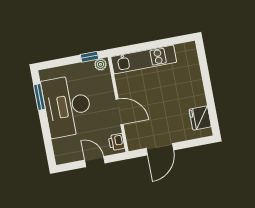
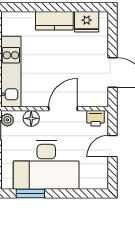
floor lamp: (106, 85) -> (31, 118), added
kitchen counter: (196, 89) -> (54, 21), added

